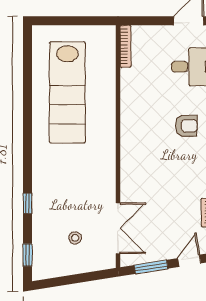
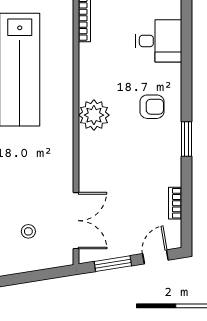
plant: (134, 133) -> (94, 115), added

